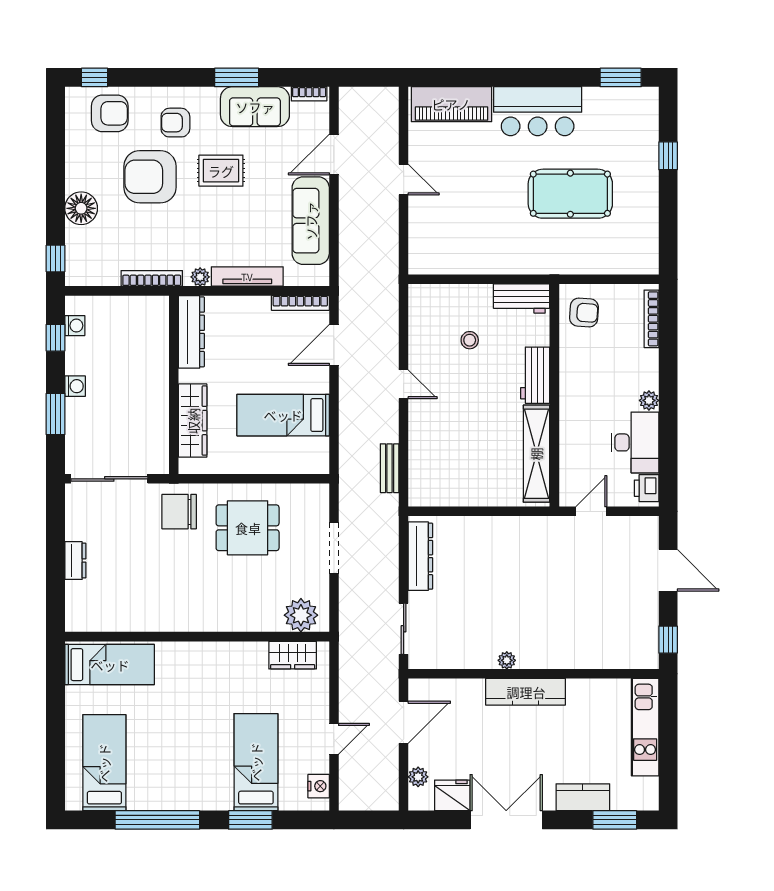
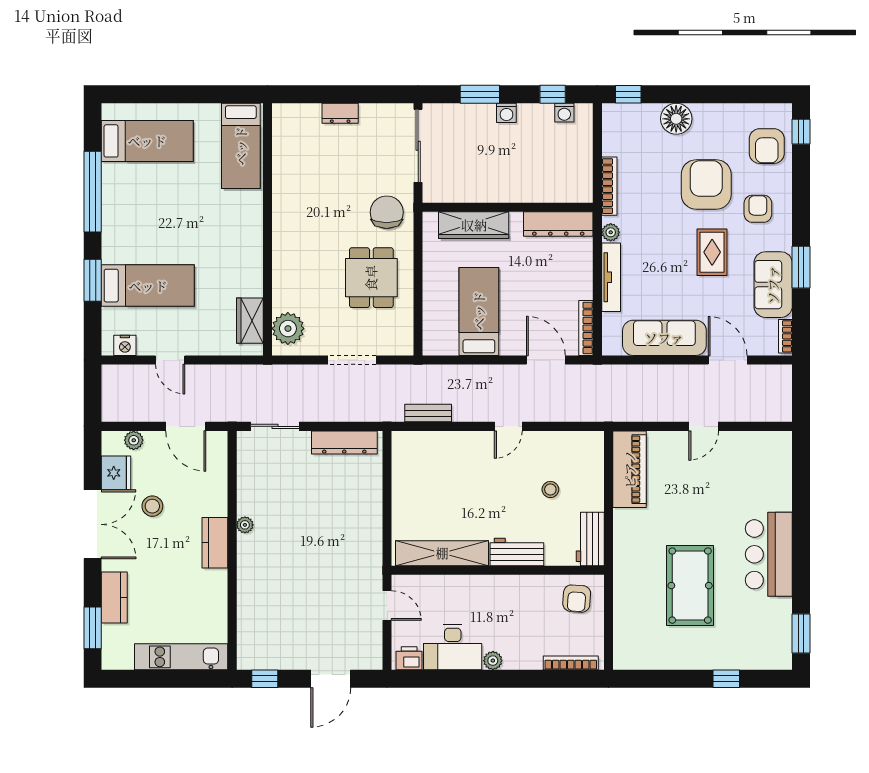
piano: (451, 104) -> (630, 469), moved, turned 180
kitchen counter: (526, 692) -> (215, 543), width x0.67
stool: (487, 757) -> (152, 506), added

